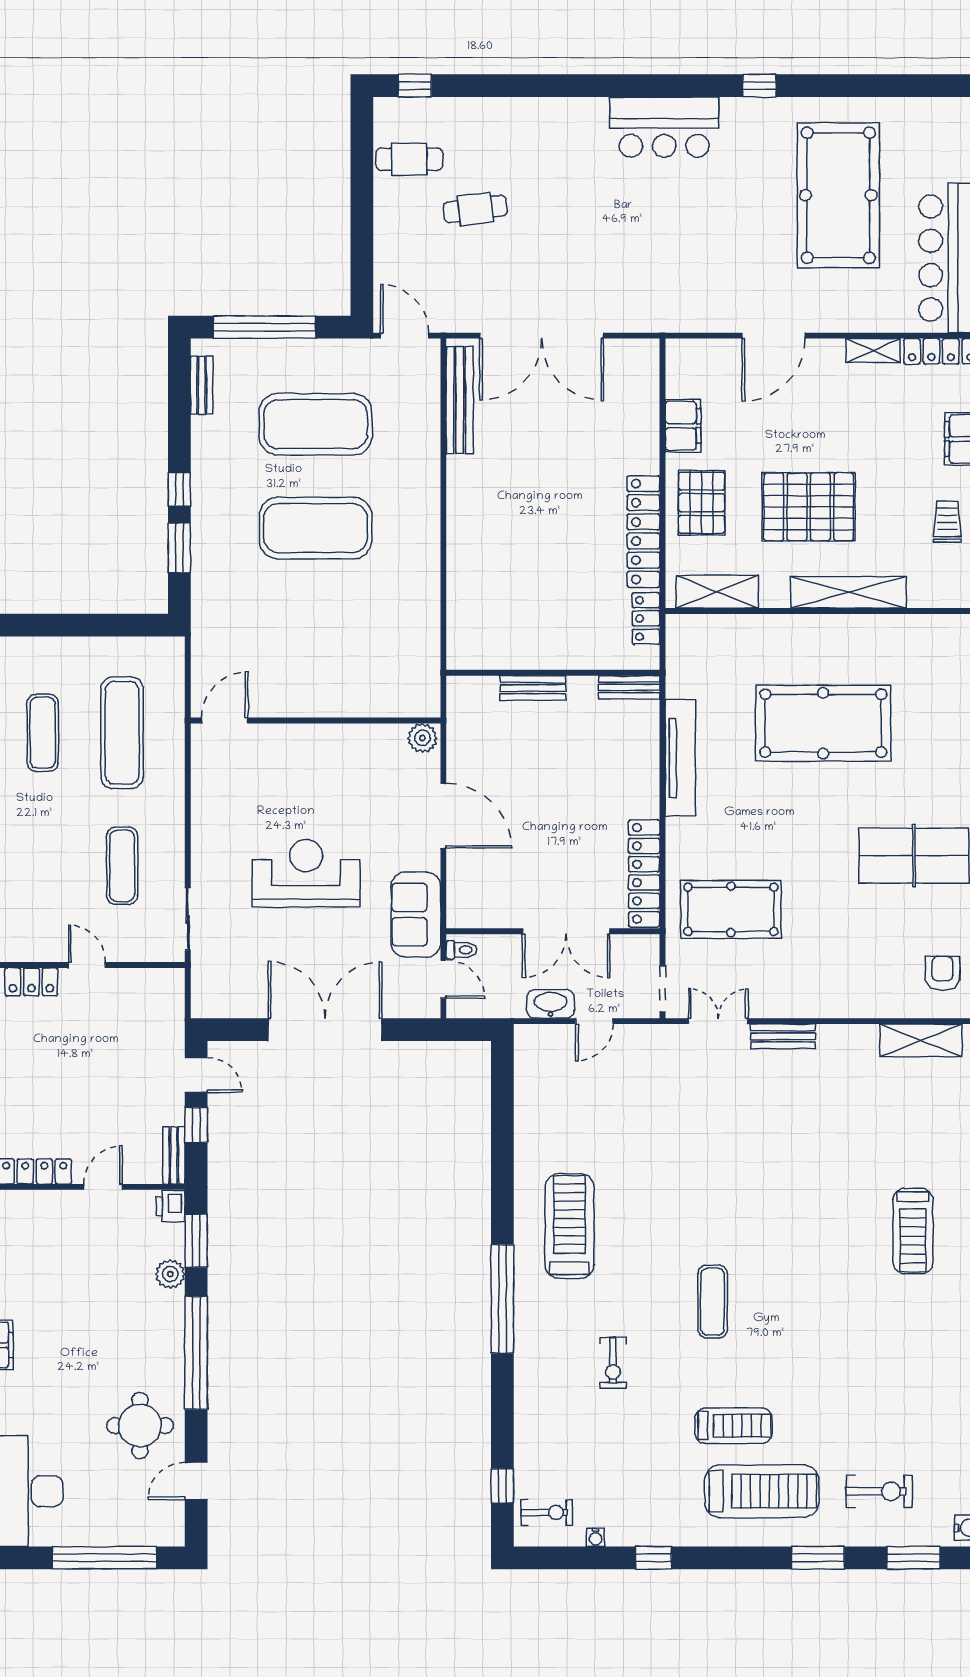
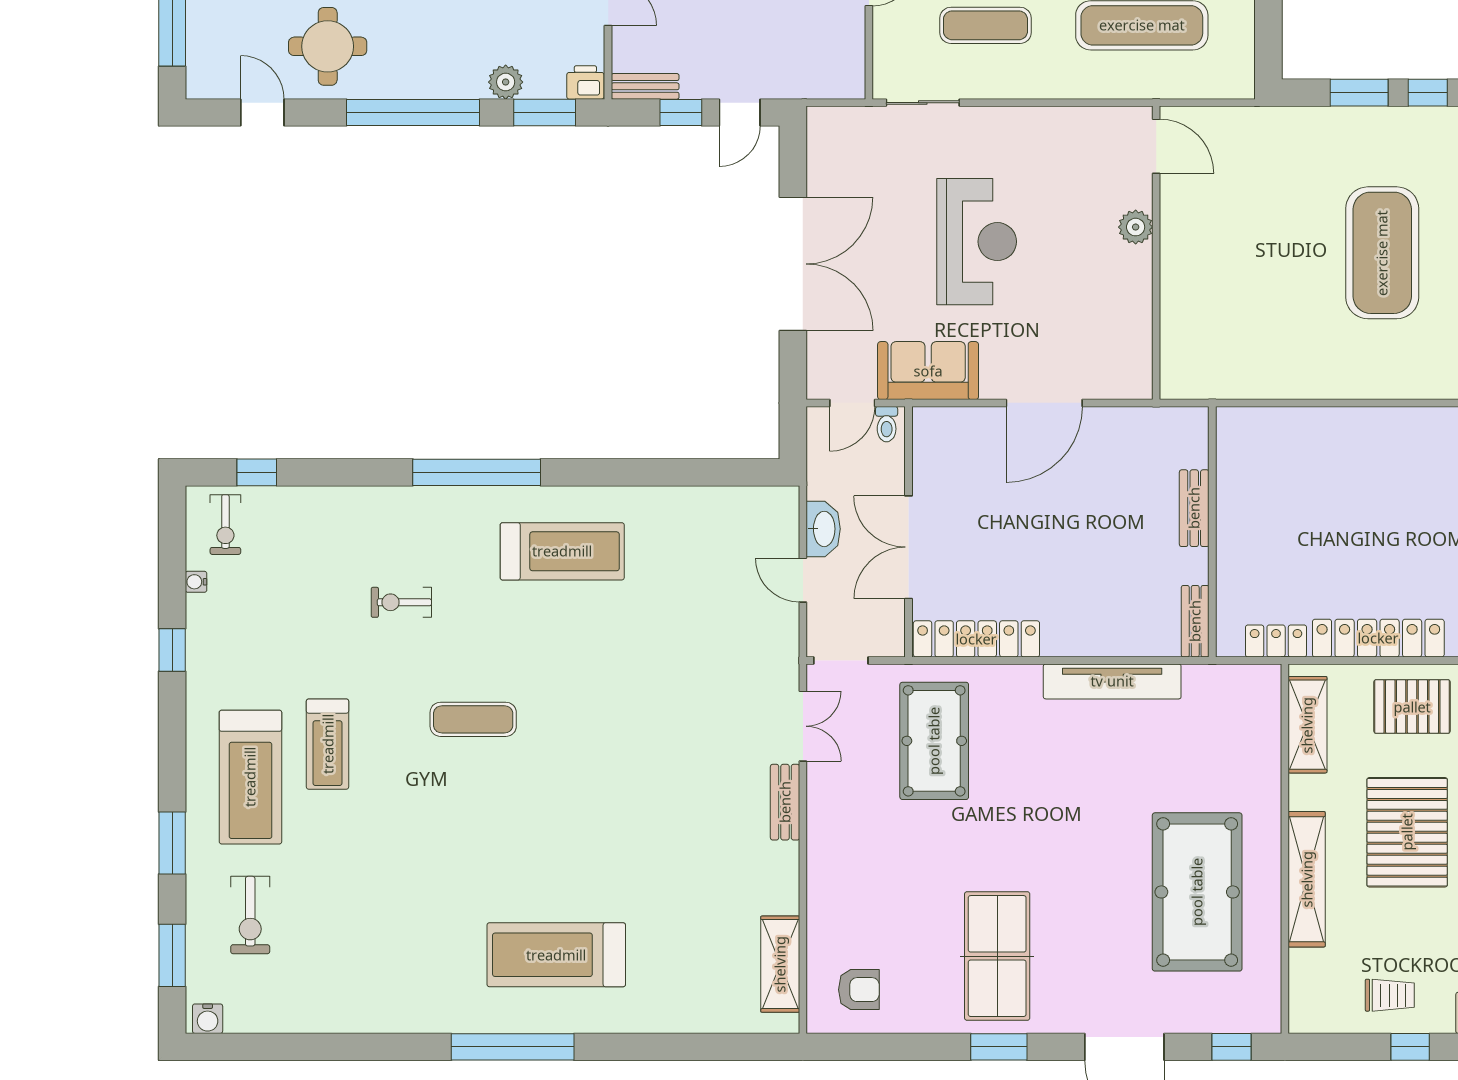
pool table: (823, 723) -> (1197, 892), moved
plant: (422, 738) -> (1136, 227), moved
treadmill: (913, 1231) -> (556, 955), width x1.37, depth x1.38

